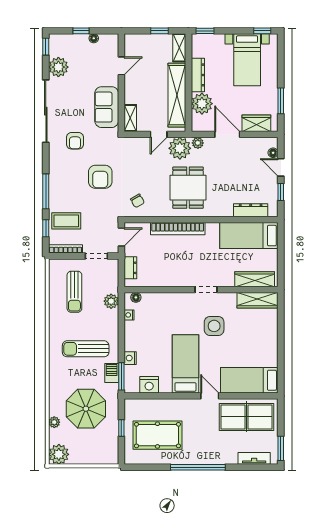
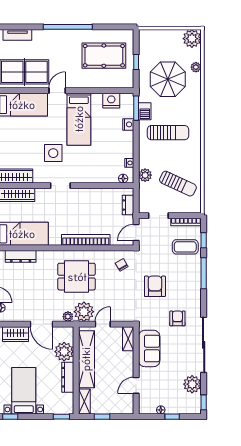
dining table: (188, 188) -> (77, 277), turned 90
sun lounger: (74, 292) -> (178, 184), turned 115
door: (210, 396) -> (57, 91), swing flipped

